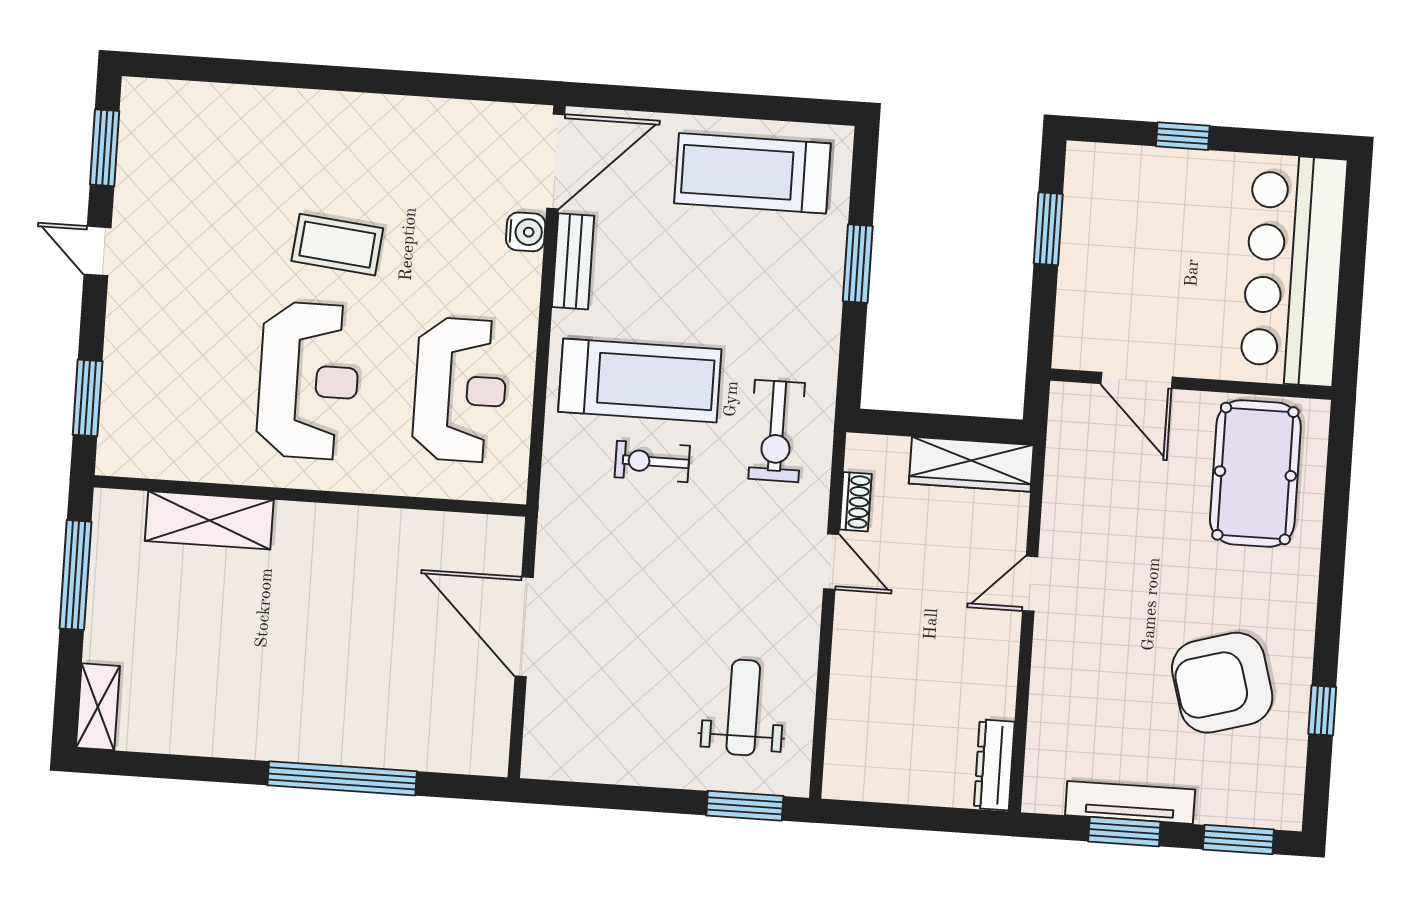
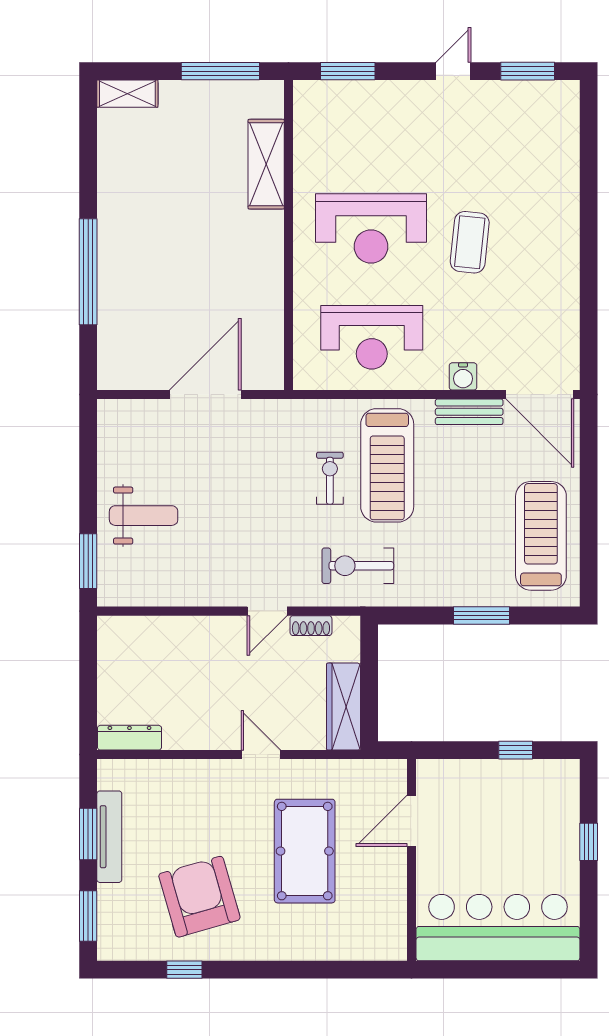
window: (1048, 229) -> (516, 750), width x0.67
water cooler: (526, 232) -> (463, 376), moved
pool table: (1255, 473) -> (305, 851), moved, turned 90
weight bench: (743, 708) -> (144, 516), moved

